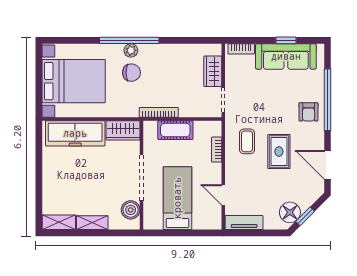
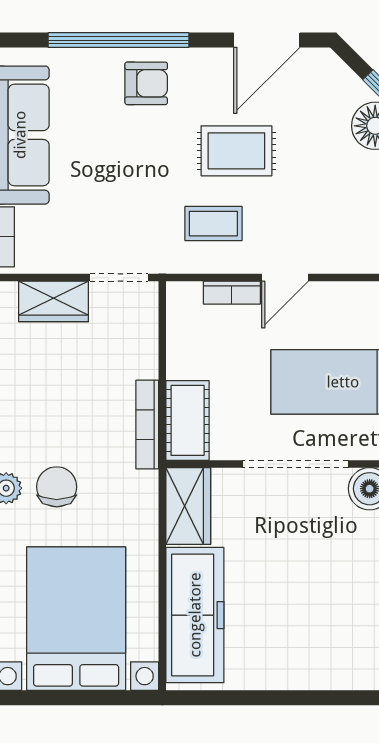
cot: (175, 130) -> (188, 420), moved
door: (223, 195) -> (285, 278), moved

